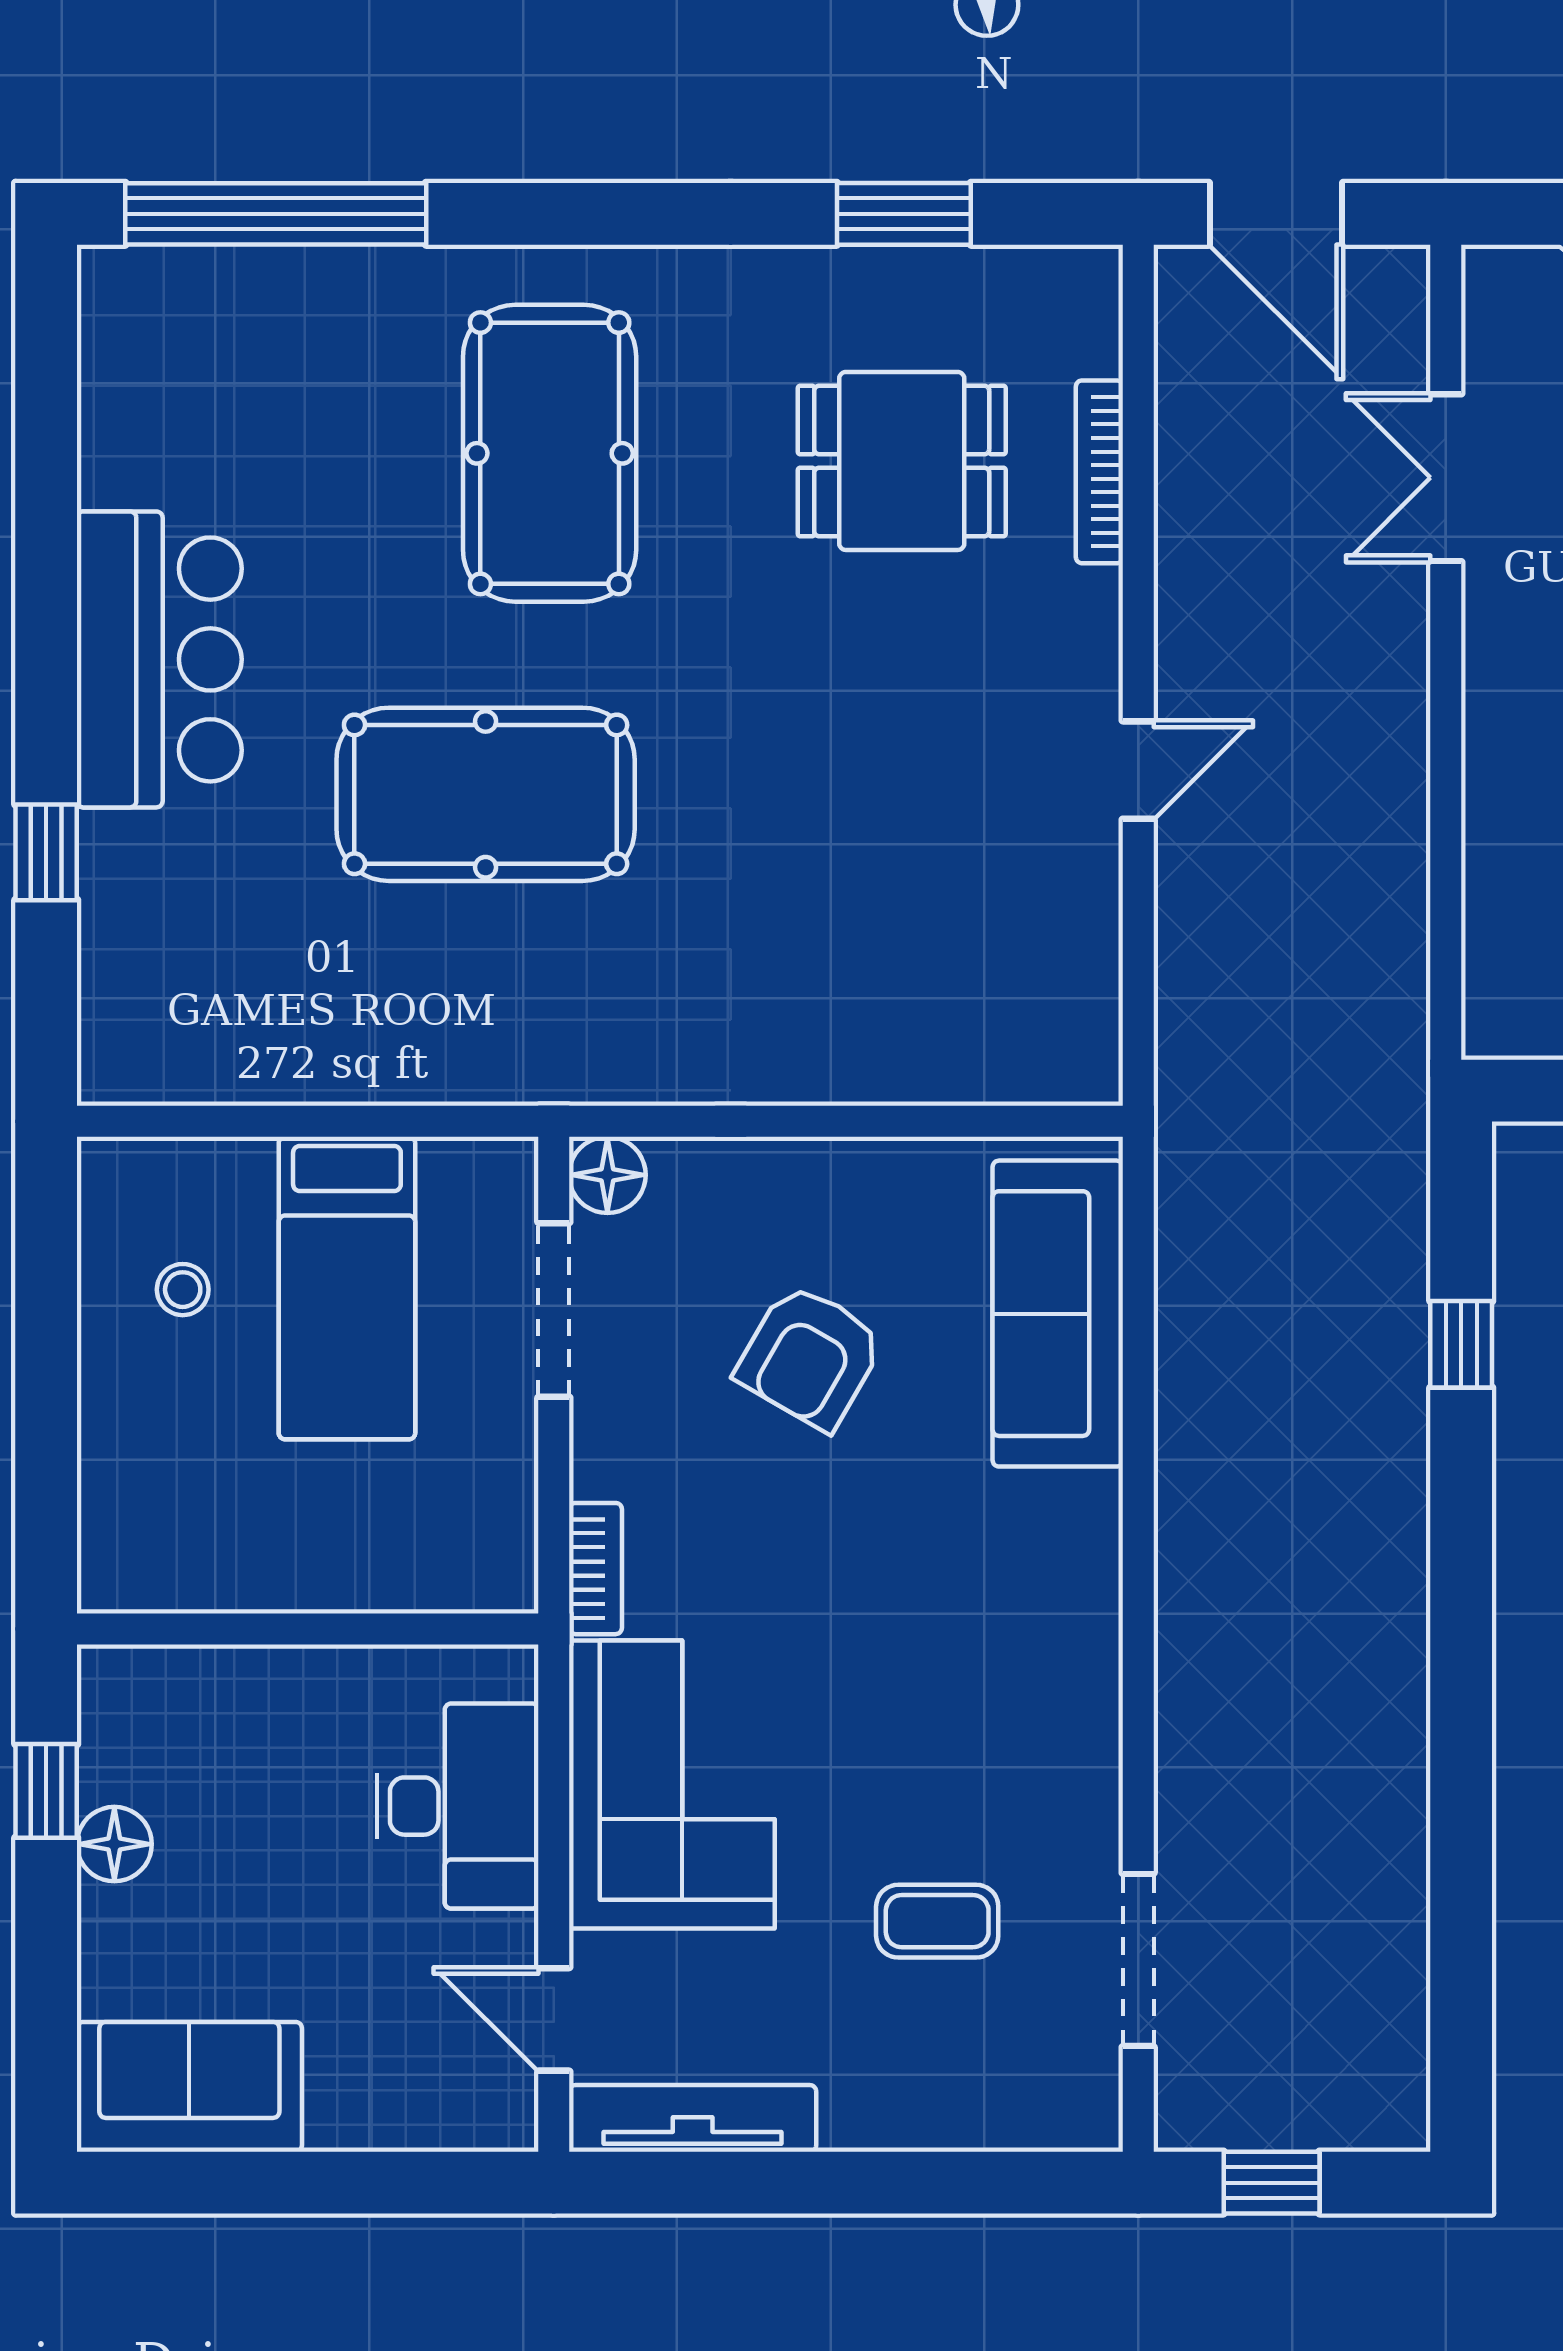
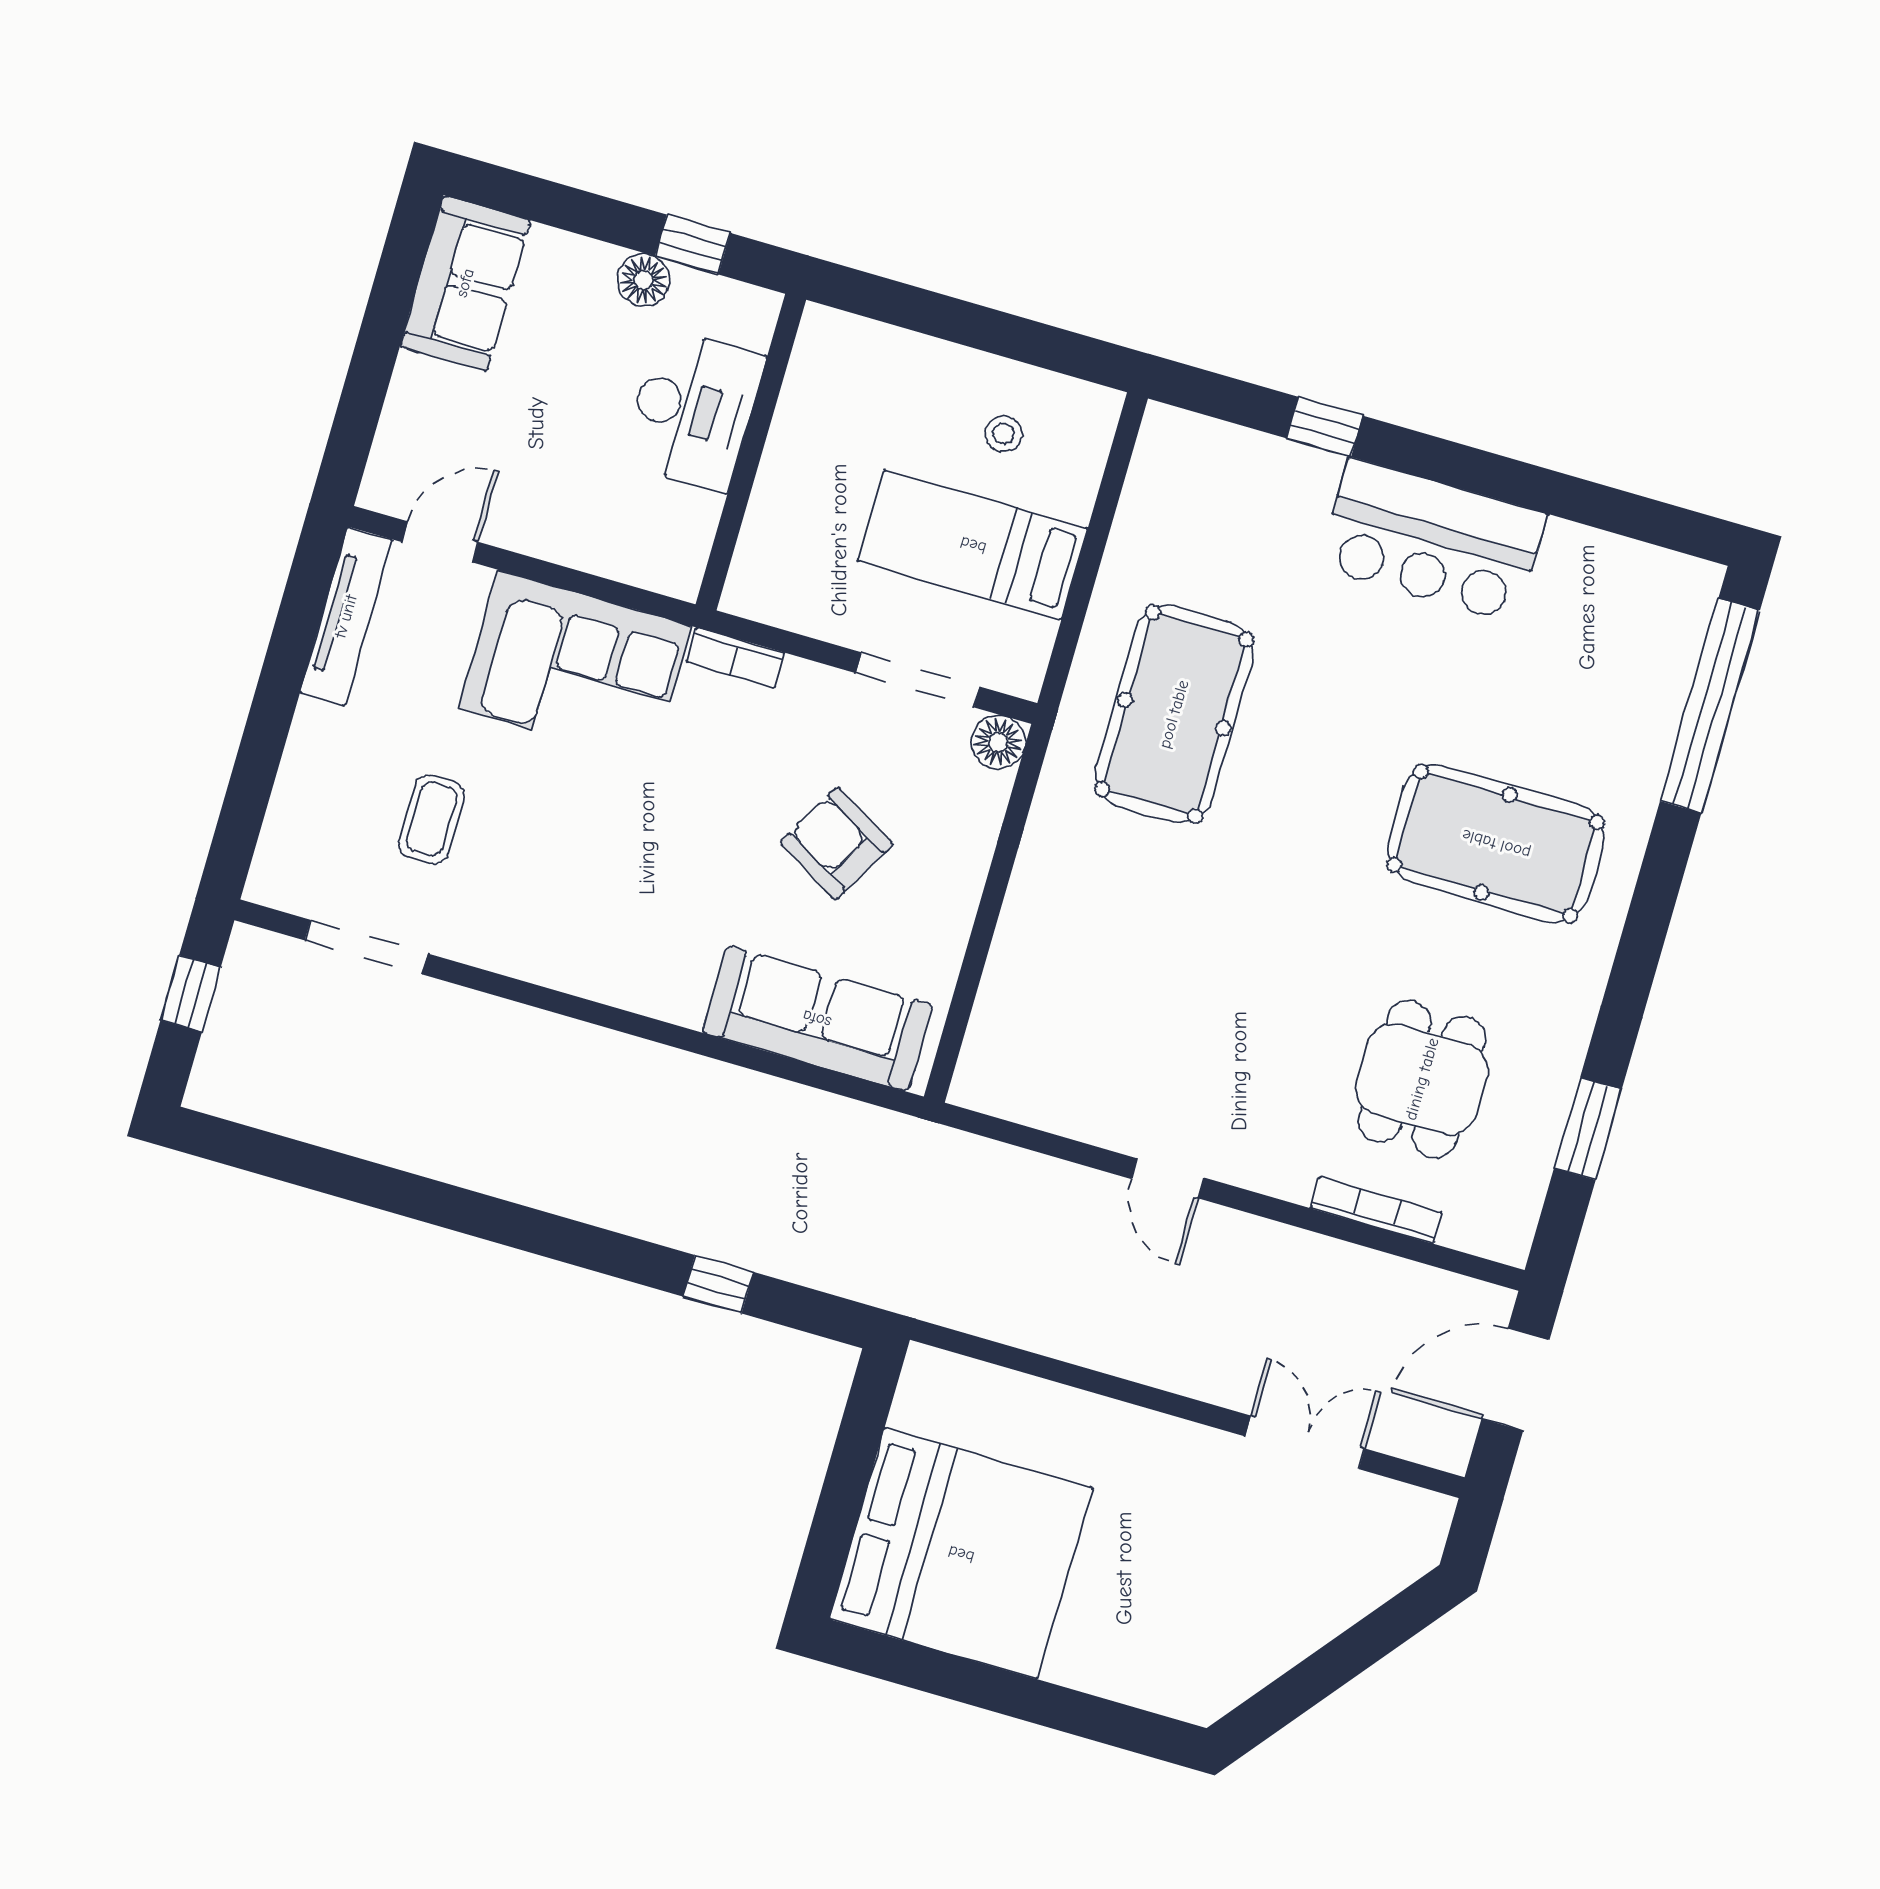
pool table: (486, 794) -> (1174, 714), moved
desk: (458, 1806) -> (693, 410), moved, turned -90

